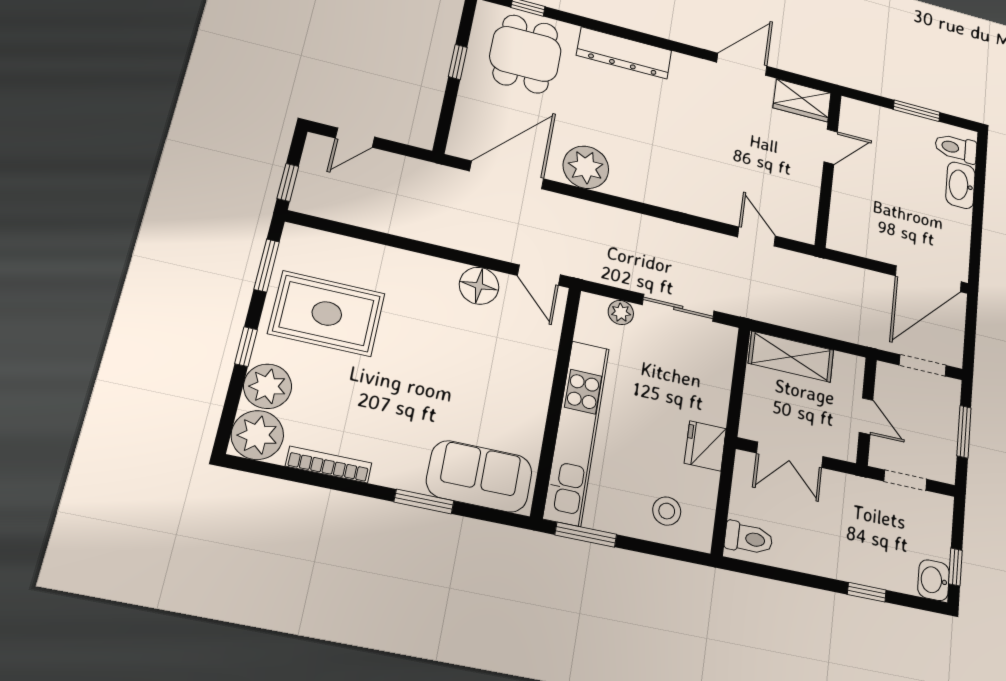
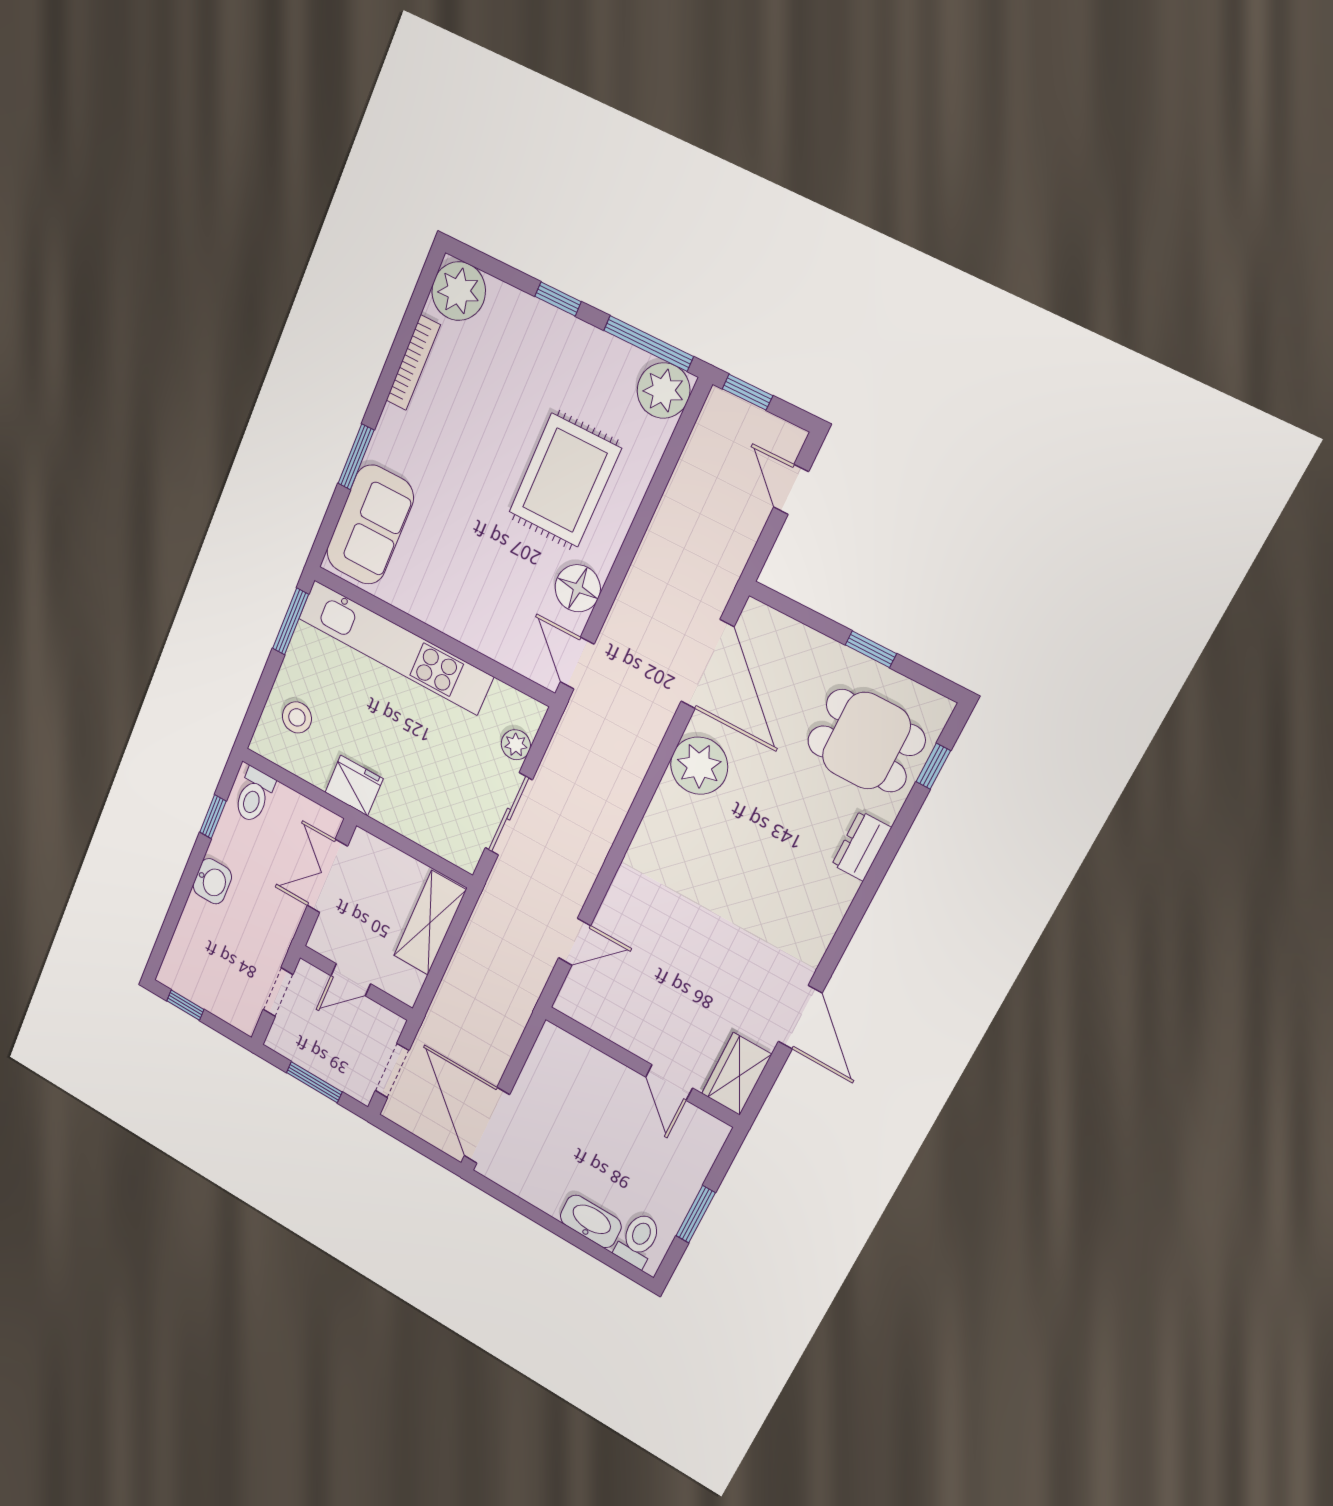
dresser: (624, 53) -> (862, 846), width x0.51, depth x0.80
window: (267, 265) -> (649, 343), width x1.44
door: (539, 275) -> (577, 663), hinge flipped
rug: (327, 314) -> (565, 480), moved
plant: (268, 386) -> (663, 391), moved
washbasin: (934, 580) -> (212, 881), moved, turned 90
window: (867, 592) -> (213, 817), moved

